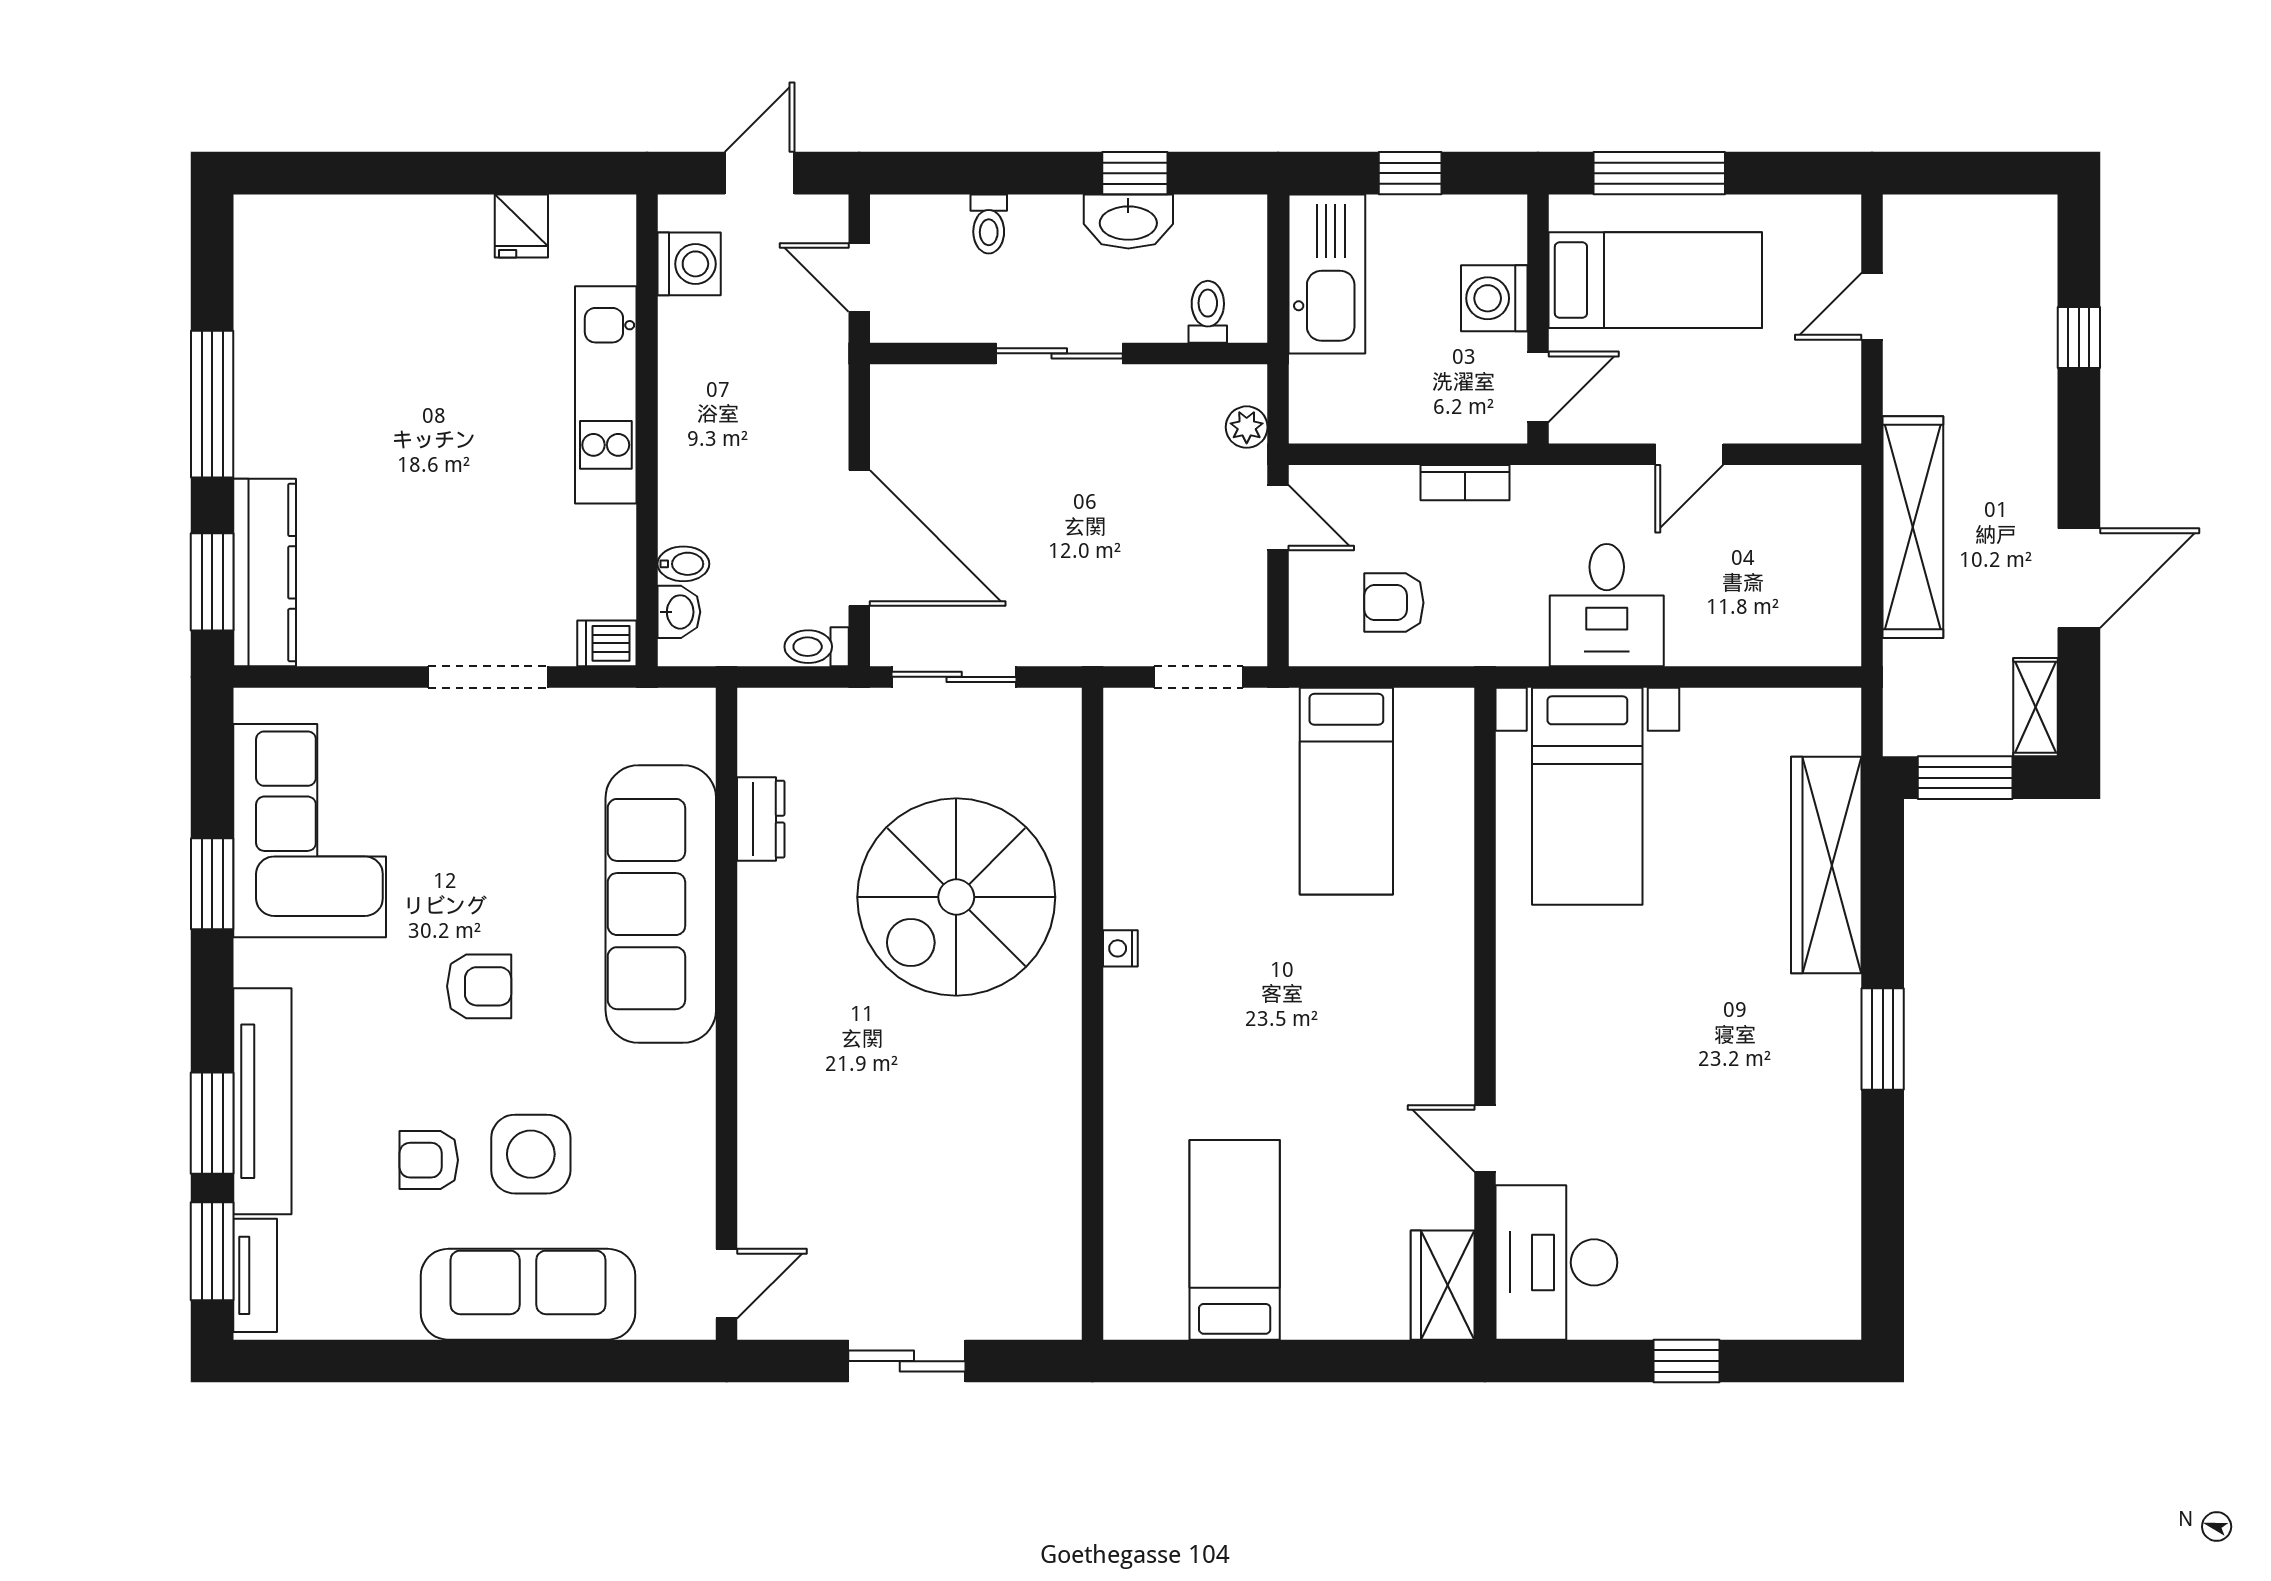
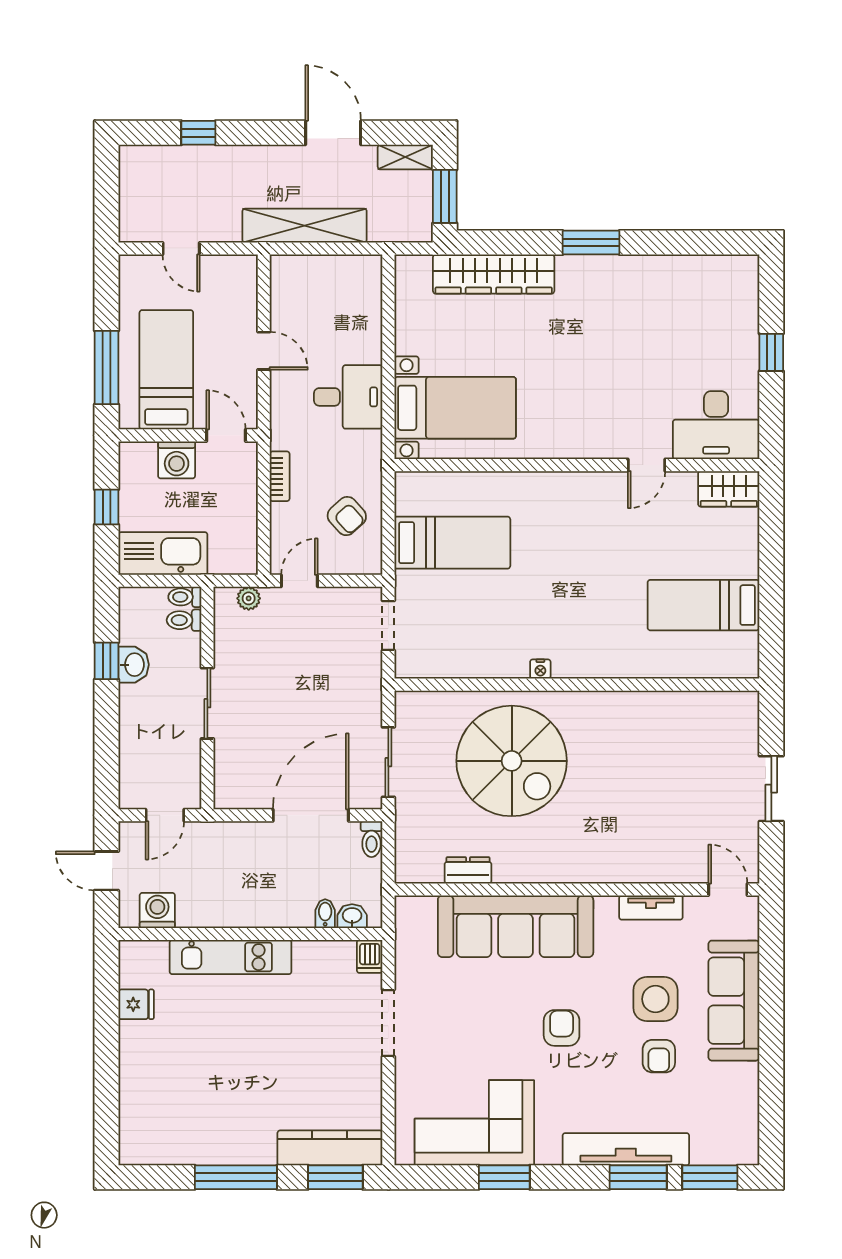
washbasin: (1128, 221) -> (134, 665), width x0.72
toilet: (989, 224) -> (185, 597), moved, turned 180
armchair: (1394, 603) -> (347, 516), turned -42
tv unit: (255, 1275) -> (651, 908), moved, turned 180

